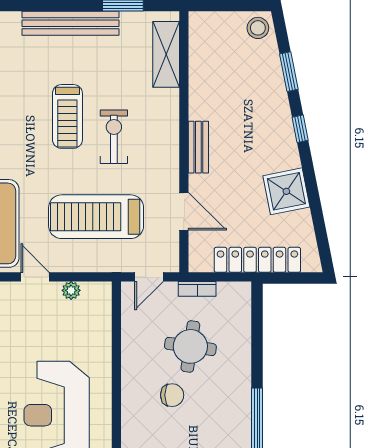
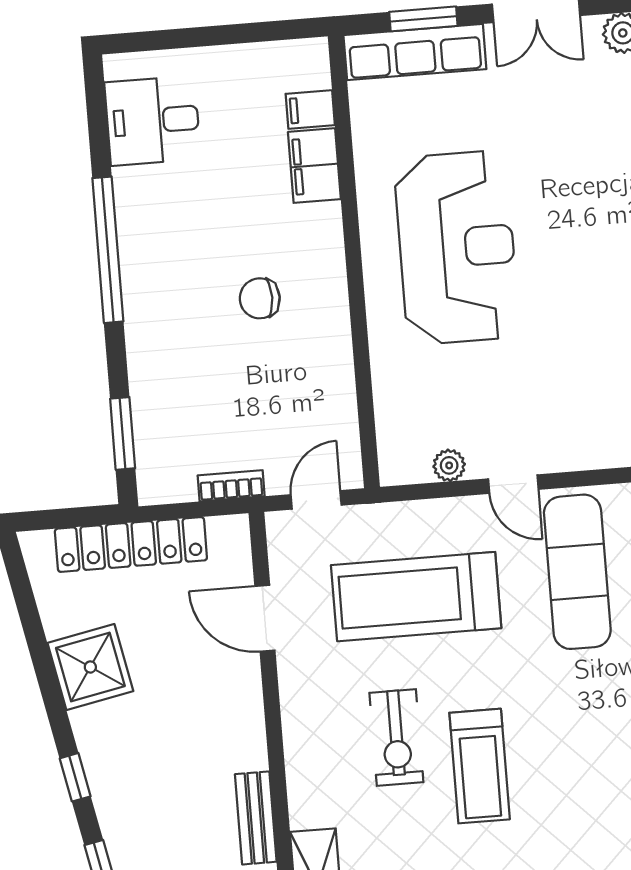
treadmill: (67, 116) -> (480, 766), turned 180
bench: (198, 147) -> (256, 818), moved
treadmill: (96, 217) -> (416, 597), turned 180
window: (257, 324) -> (123, 433), added
round table: (190, 346) -> (235, 385), removed

